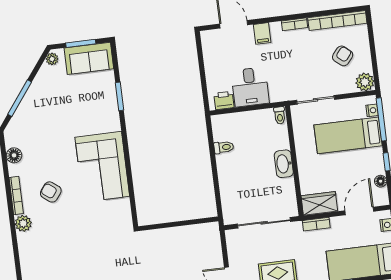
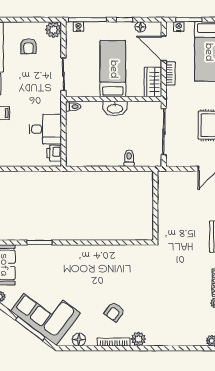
armchair: (343, 56) -> (29, 46), turned -131
bed: (348, 135) -> (113, 69), moved, turned 180
toilet: (224, 147) -> (129, 158), moved
corner sofa: (102, 167) -> (45, 312), moved, turned -143
bookcase: (316, 224) -> (170, 73), moved

